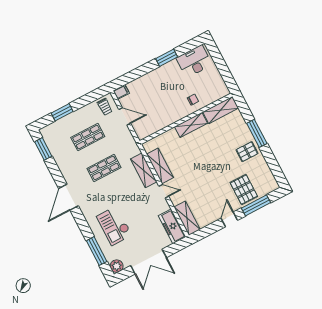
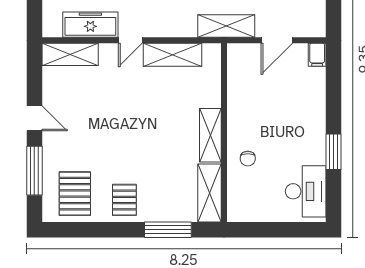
trolley: (105, 107) -> (308, 17), removed
window: (257, 133) -> (168, 230), moved
shelving: (144, 170) -> (226, 26), moved
pallet: (244, 190) -> (75, 194), moved, turned 90
freezer: (172, 226) -> (90, 25), moved

